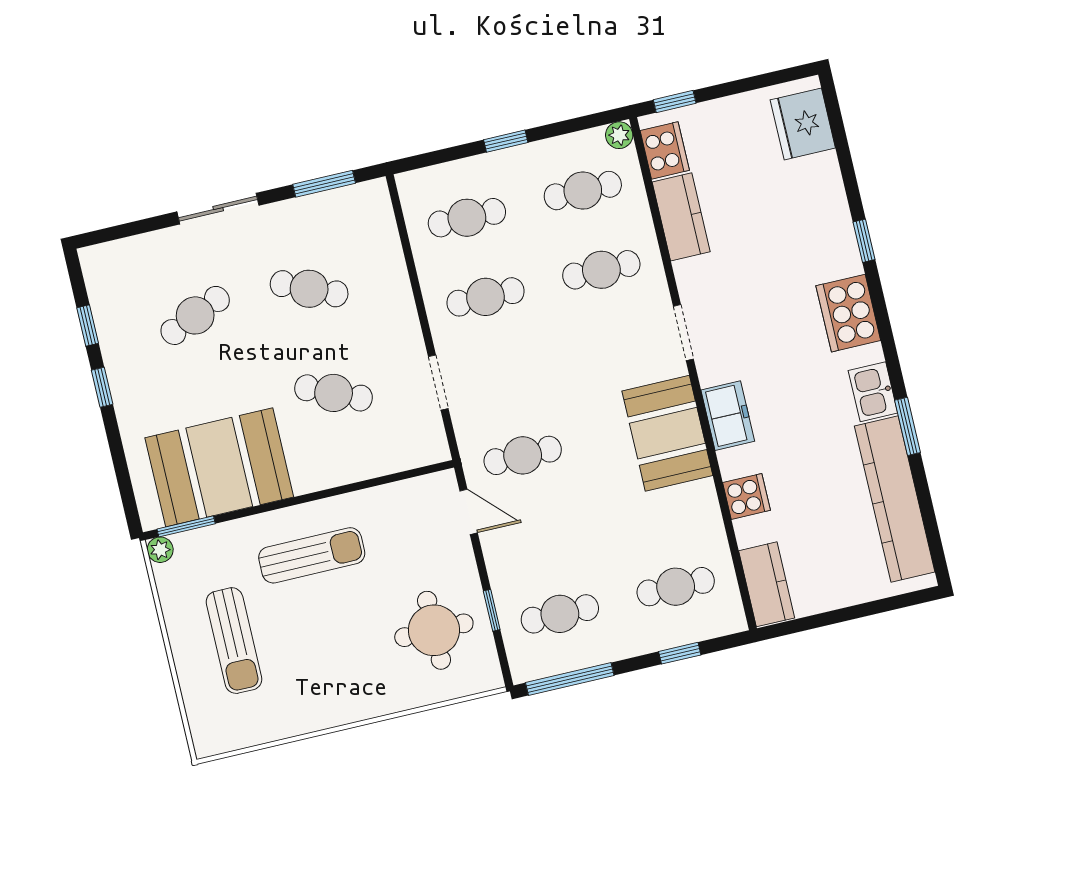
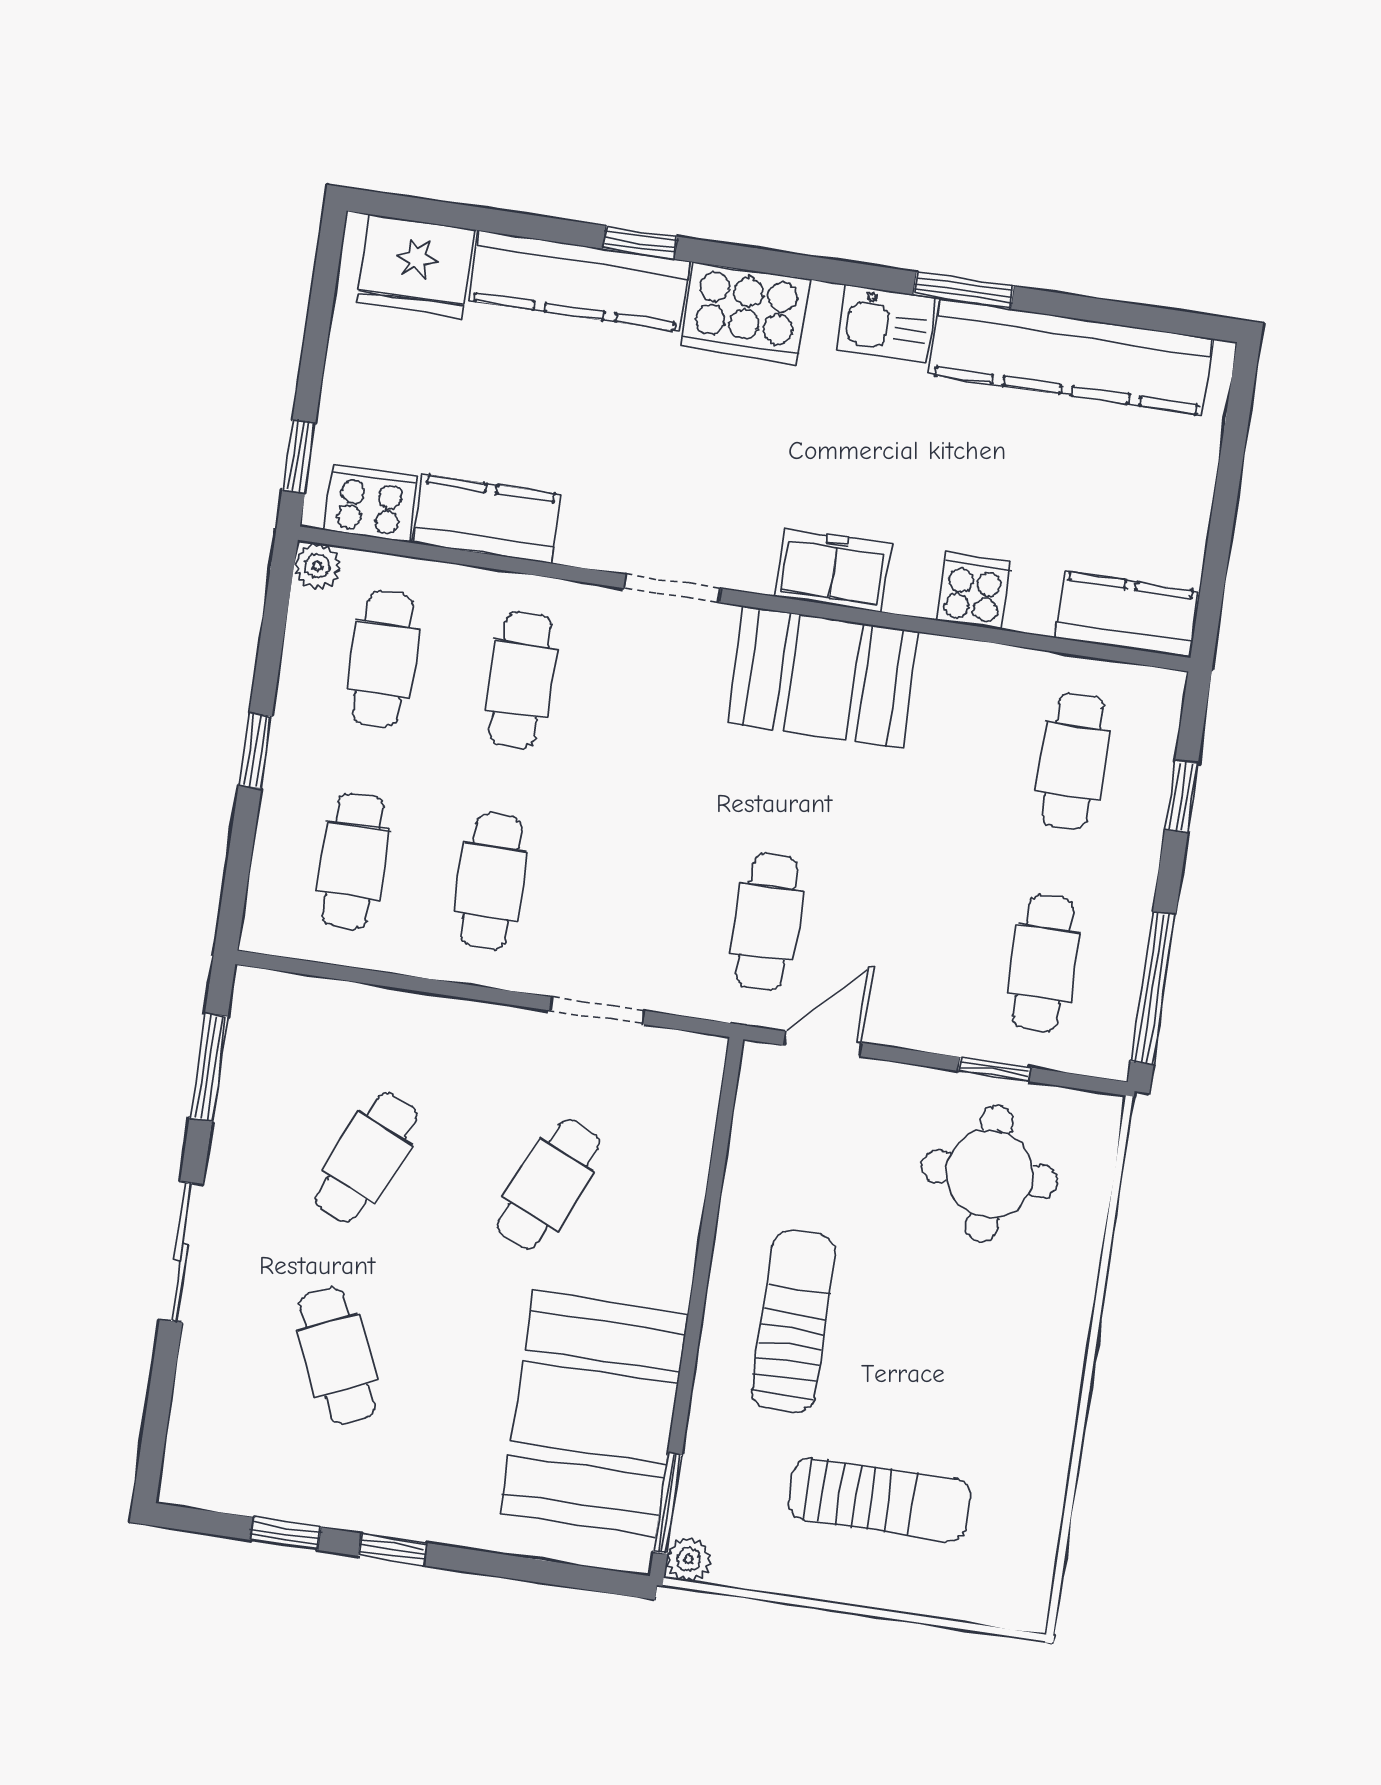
kitchen counter: (830, 216) -> (579, 281), added

